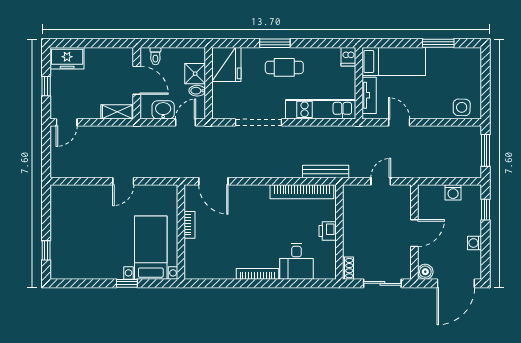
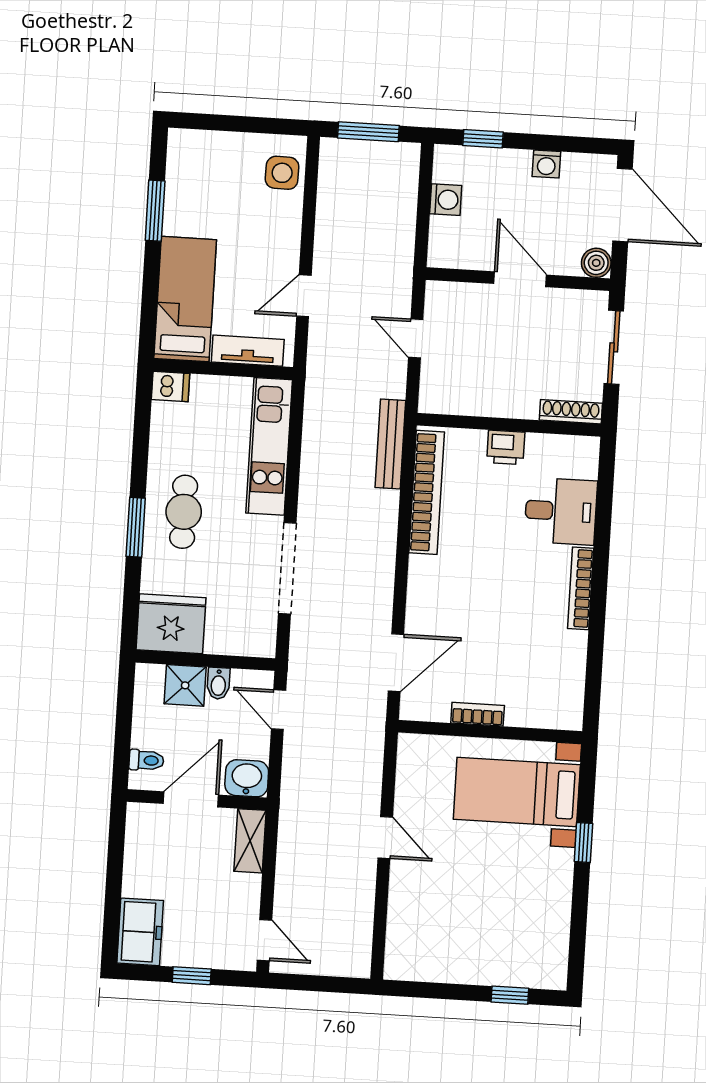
washbasin: (163, 110) -> (247, 778), moved, turned 90
shoe rack: (348, 268) -> (571, 412), width x1.43

